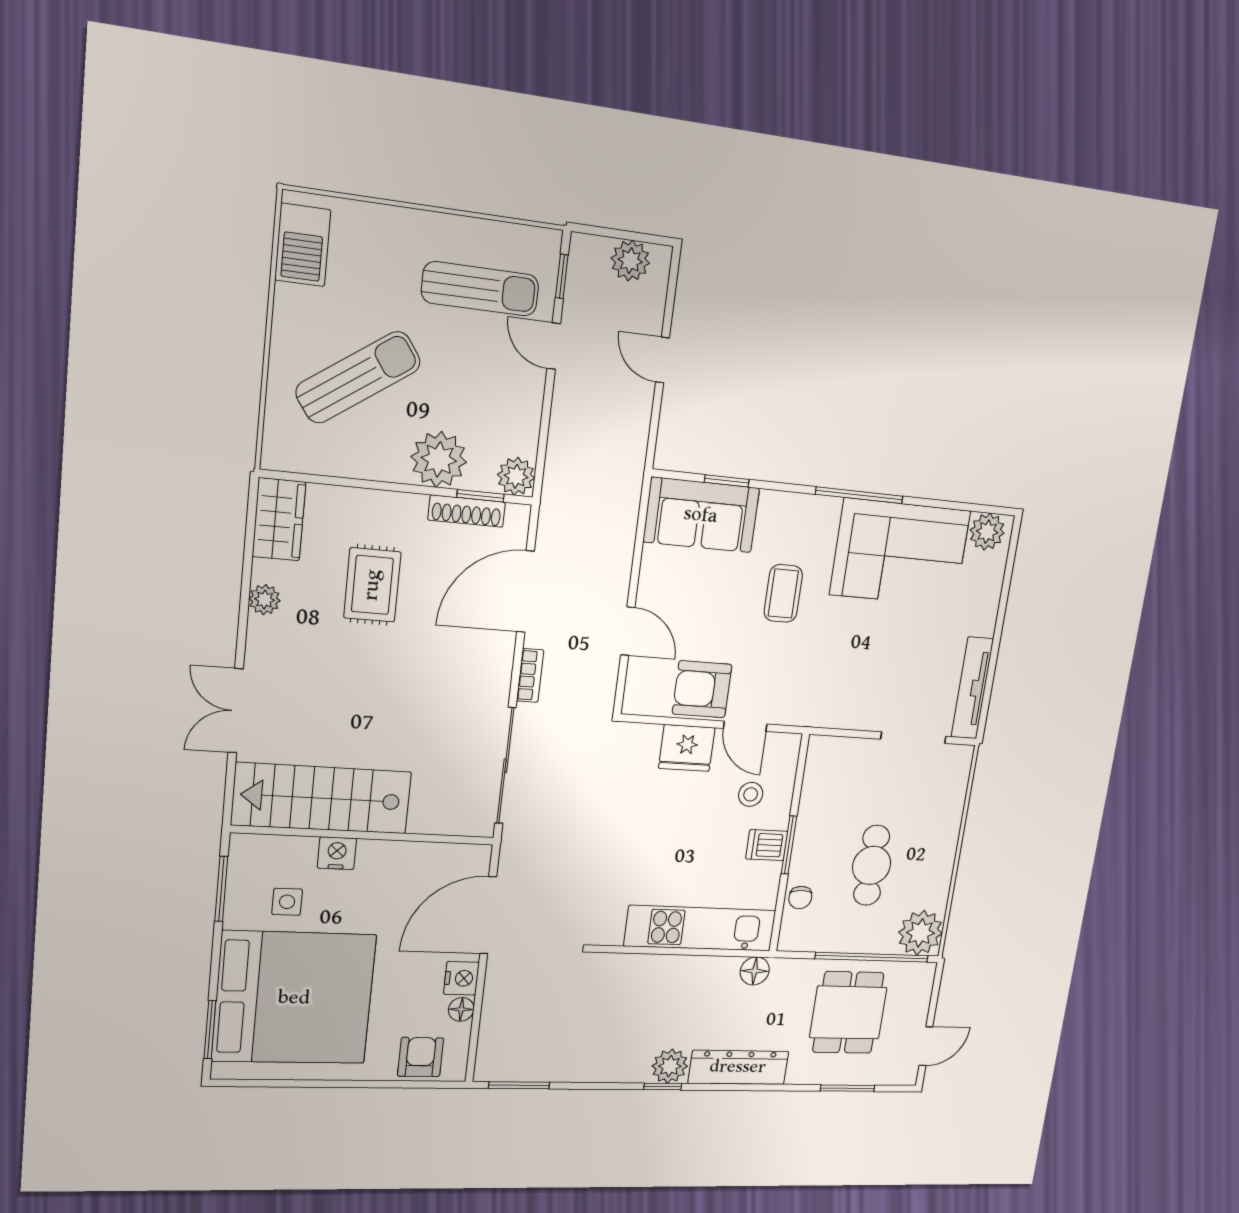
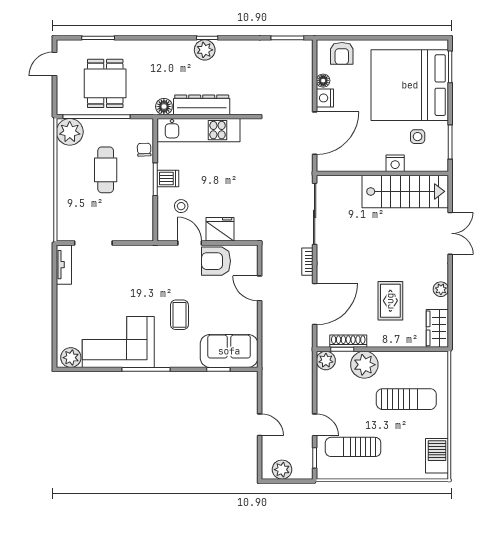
sun lounger: (358, 377) -> (406, 399), turned -145
tv unit: (972, 688) -> (64, 265), width x0.71
armchair: (702, 689) -> (216, 261), turned 180
dresser: (738, 1067) -> (202, 105), moved, turned 180

